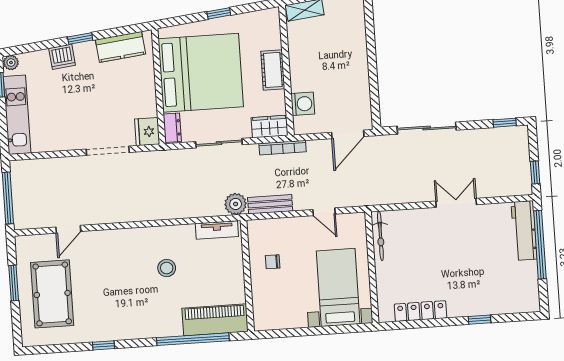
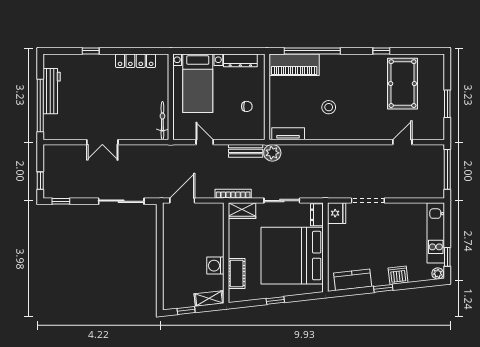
cot: (273, 70) -> (237, 273), moved
washing machine: (303, 104) -> (215, 266), moved
window: (535, 172) -> (40, 181), moved
workbench: (524, 231) -> (52, 91), moved
pool table: (52, 294) -> (403, 84), moved
dresser: (285, 321) -> (240, 60), added

